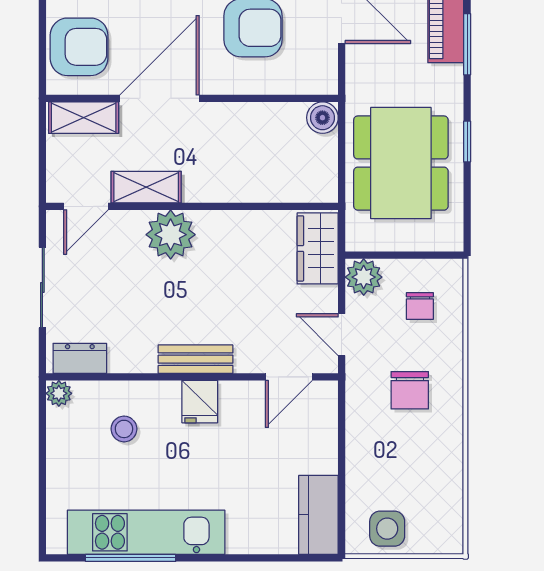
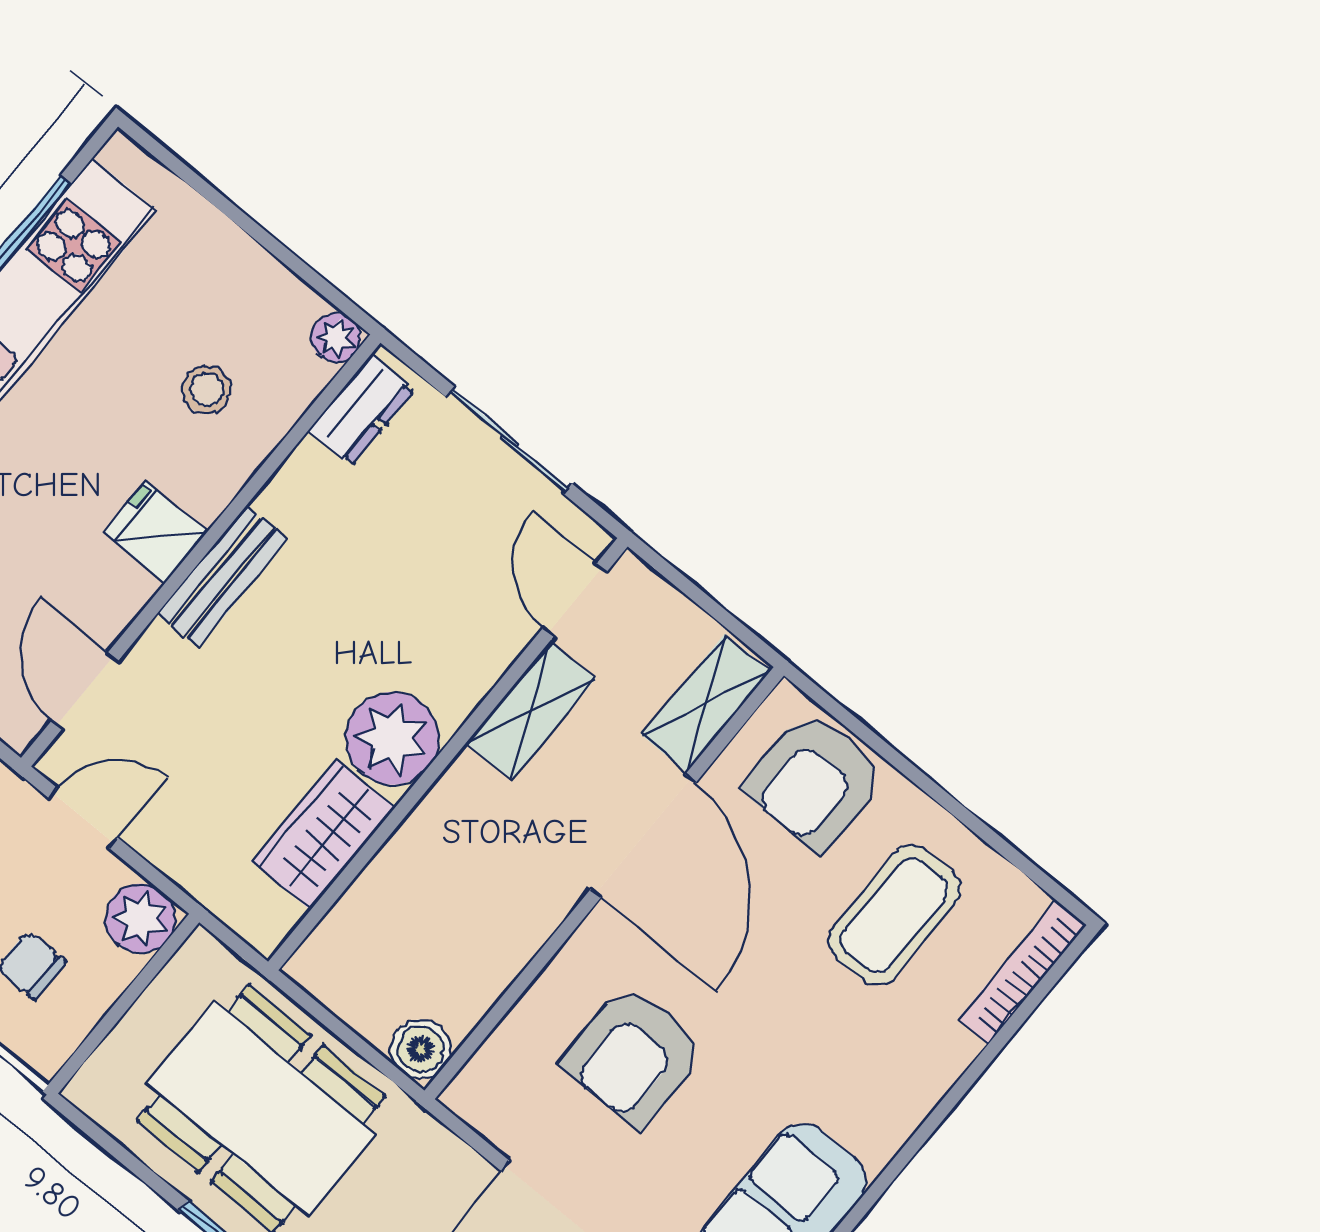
plant: (171, 235) -> (392, 738), moved
wardrobe: (318, 248) -> (323, 835), moved, turned -90

